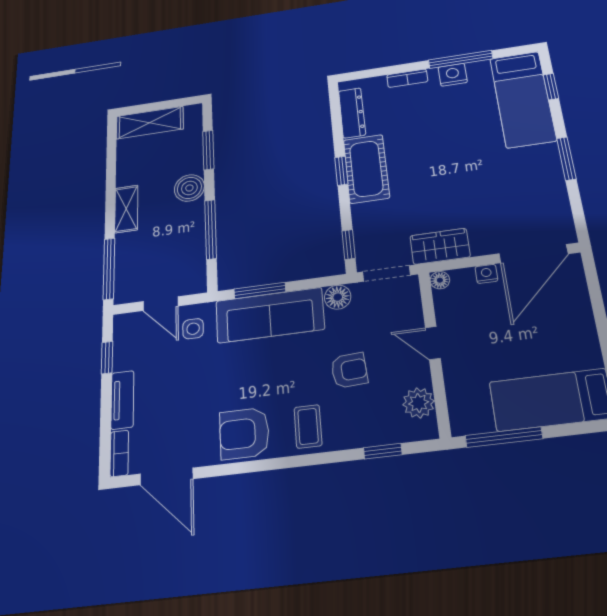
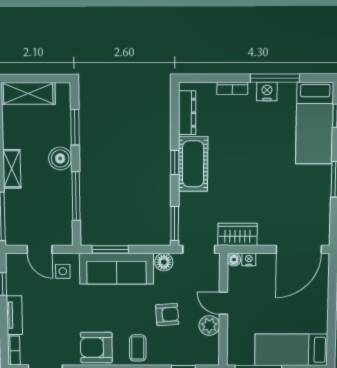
window: (349, 245) -> (175, 224), width x1.50
nightstand: (486, 274) -> (249, 260), moved
plant: (419, 403) -> (209, 325), moved

